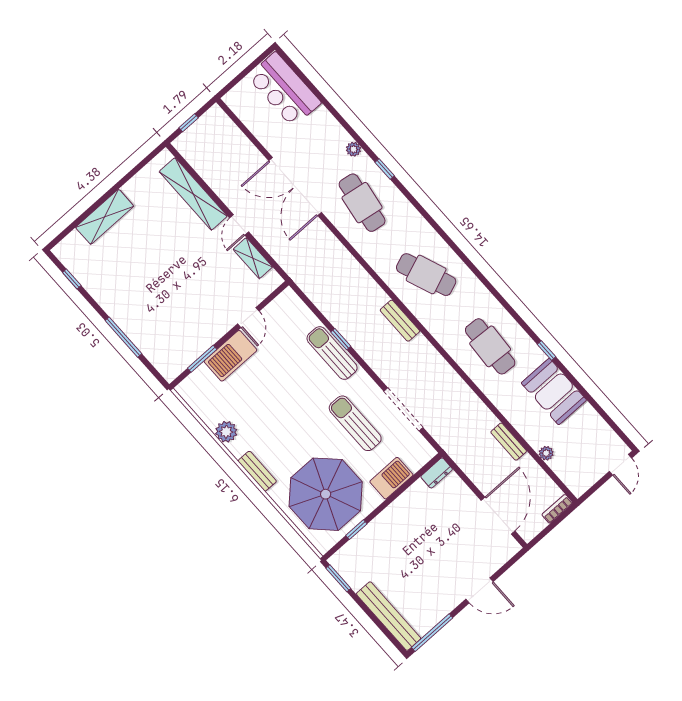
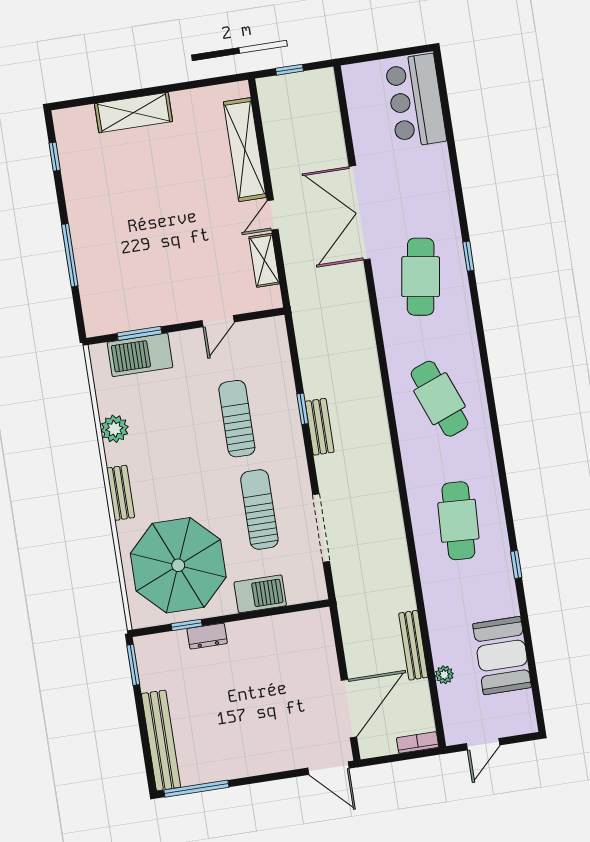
plant: (353, 149) -> (449, 213), removed
bench: (400, 321) -> (320, 427), moved
sun lounger: (332, 353) -> (237, 419), moved
barbecue: (230, 356) -> (140, 355), moved
booth: (554, 392) -> (502, 656), moved
bench: (509, 442) -> (413, 645), width x1.36
door: (621, 465) -> (483, 744), moved
dresser: (437, 473) -> (207, 636), moved
door: (479, 590) -> (328, 768), moved

